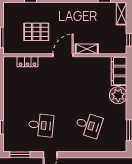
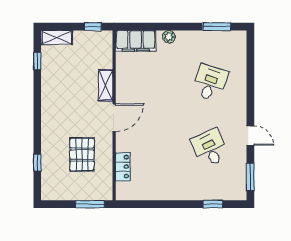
door: (63, 55) -> (114, 118), swing flipped
plant: (118, 95) -> (169, 37), width x0.53, depth x0.53
desk: (41, 125) -> (210, 148), turned -30

